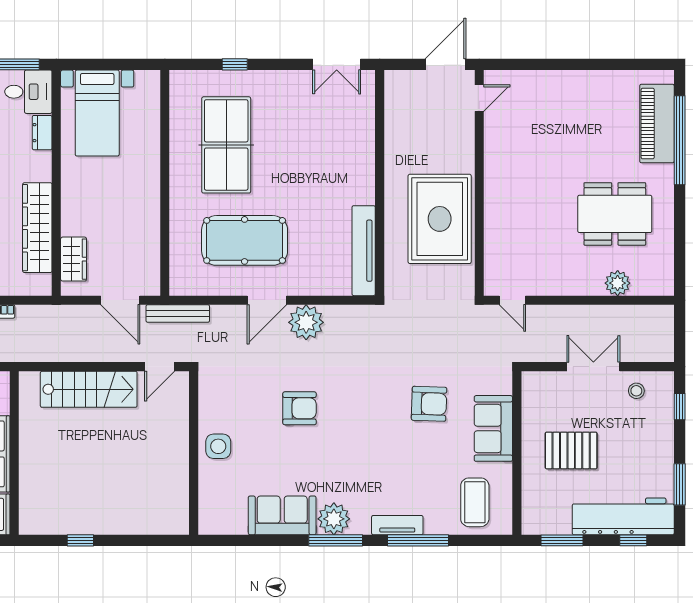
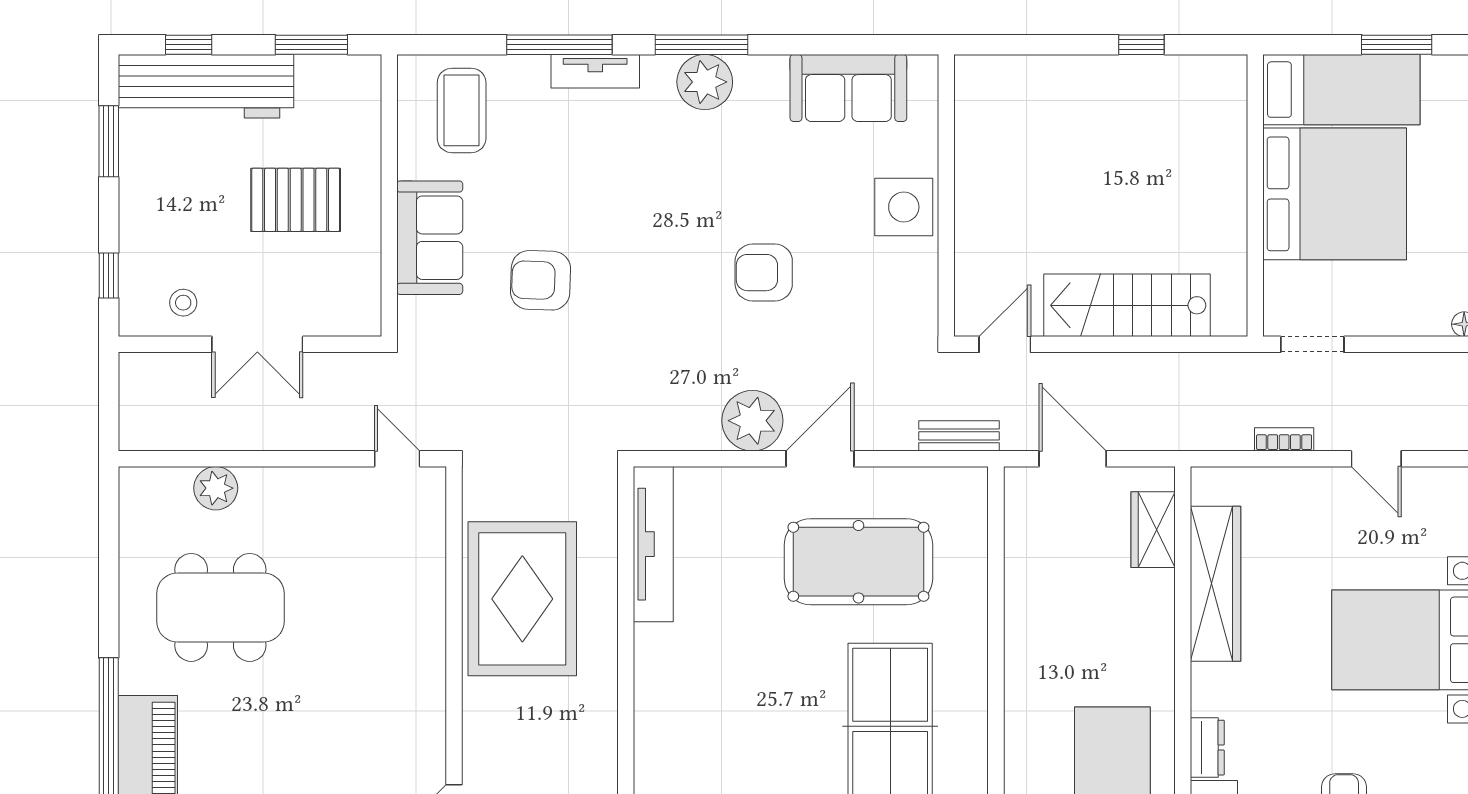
bench: (178, 313) -> (959, 436), width x0.73
side table: (218, 446) -> (904, 207), width x1.37, depth x1.37
sofa: (282, 515) -> (848, 88), moved

